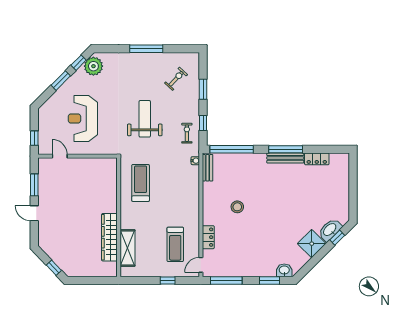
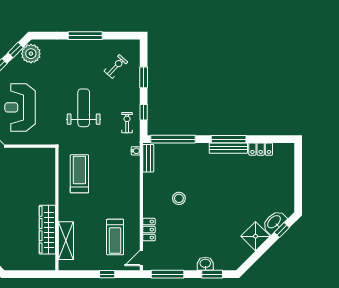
washbasin: (284, 270) -> (205, 264), moved

